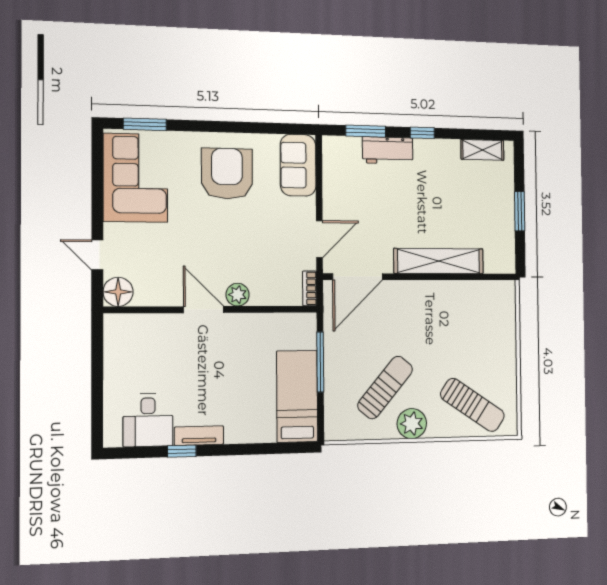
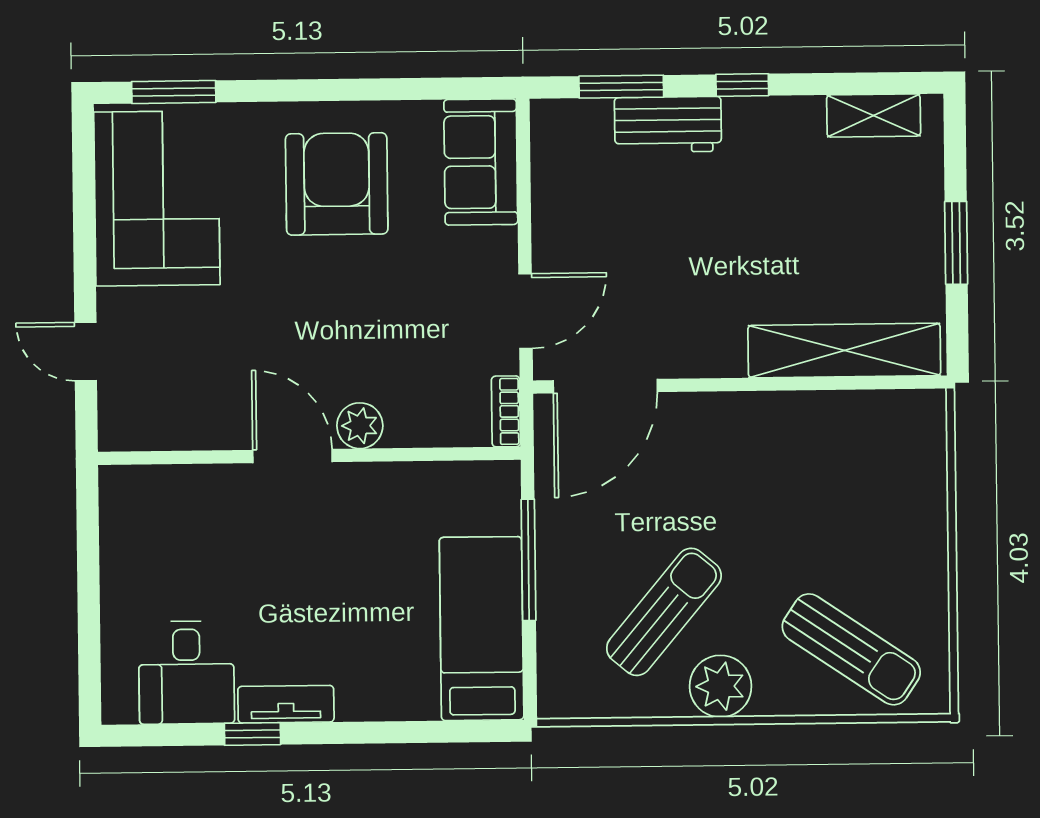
shelving: (439, 261) -> (844, 350), moved
floor lamp: (118, 292) -> (126, 423), removed

